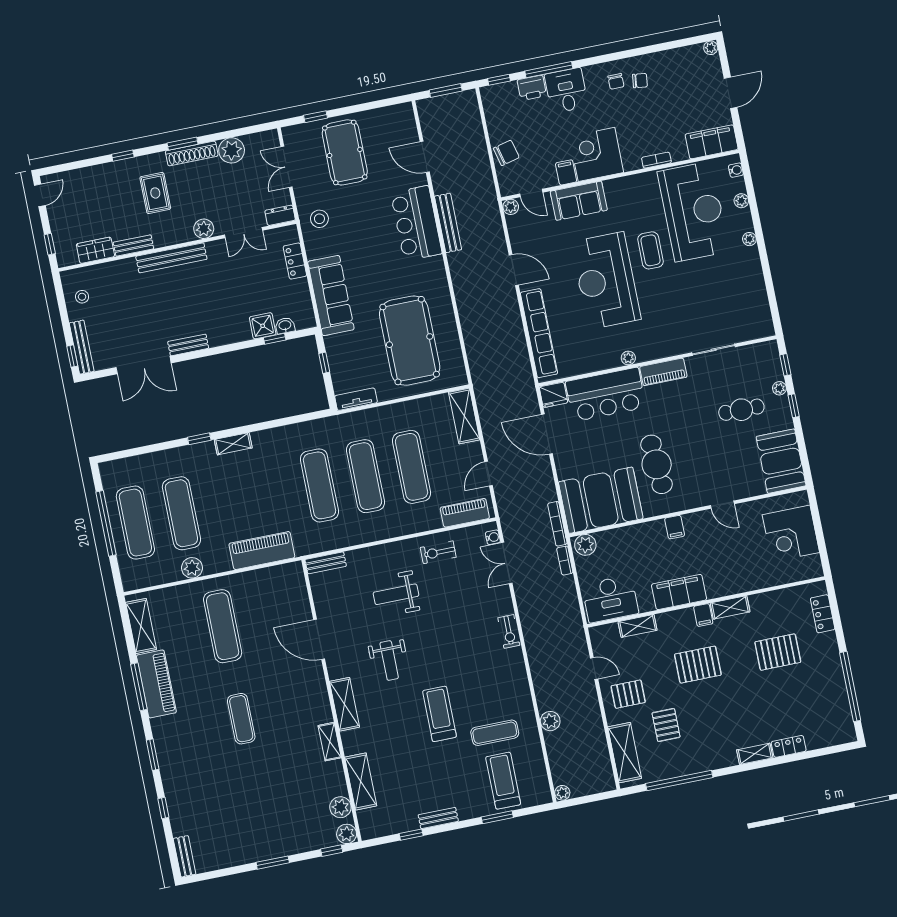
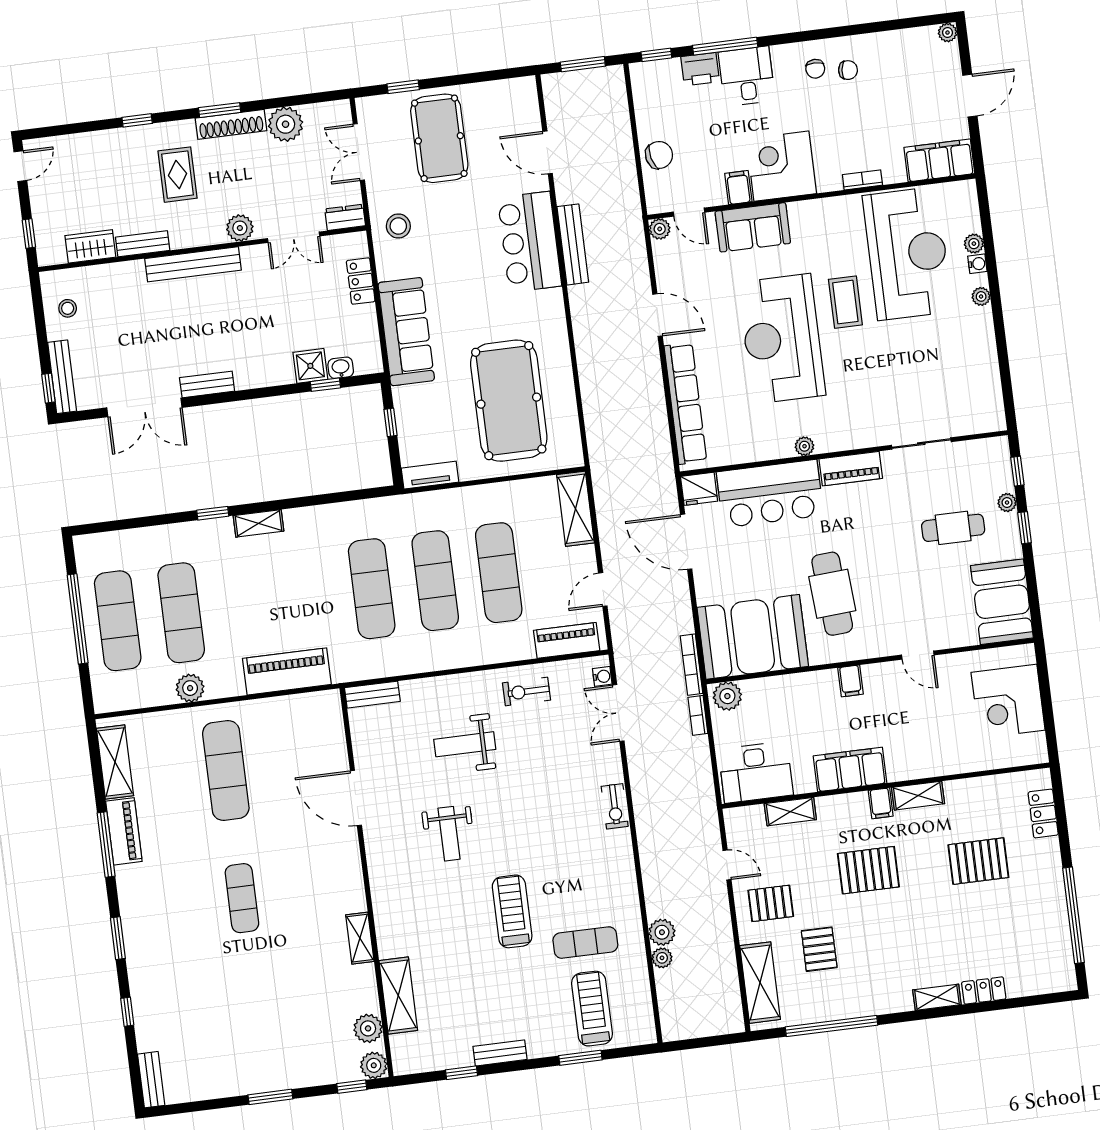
water cooler: (736, 170) -> (977, 264), moved
piano: (156, 684) -> (124, 831), width x0.73, depth x0.75
shelving: (345, 704) -> (384, 889), removed
plant: (562, 793) -> (662, 958), moved

